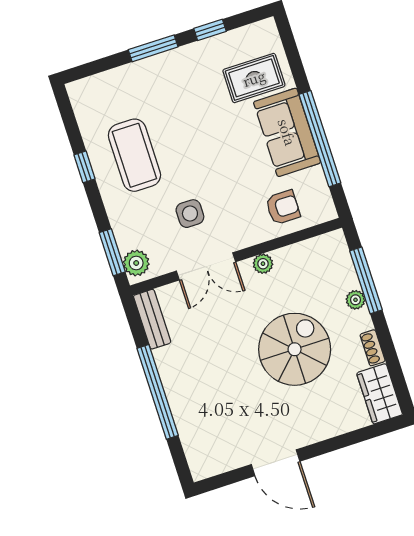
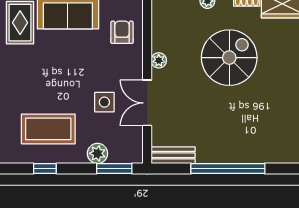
plant: (136, 263) -> (97, 153), moved
double door: (206, 266) -> (147, 103), swing flipped
spiral stairs: (295, 349) -> (229, 58), turned 90

